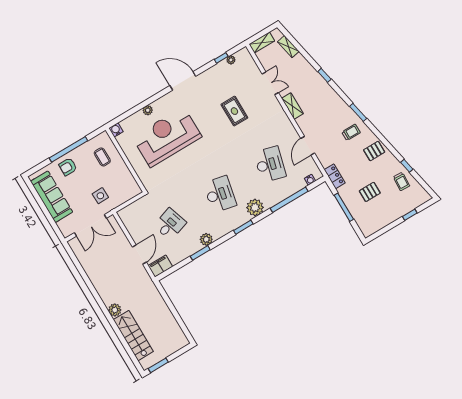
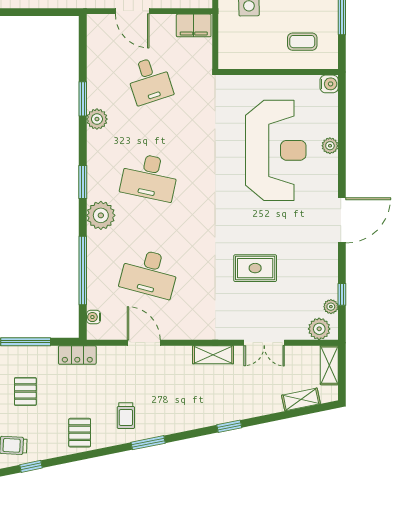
plant: (246, 59) -> (319, 329), added
filing cabinet: (160, 266) -> (194, 25), moved, turned 90

